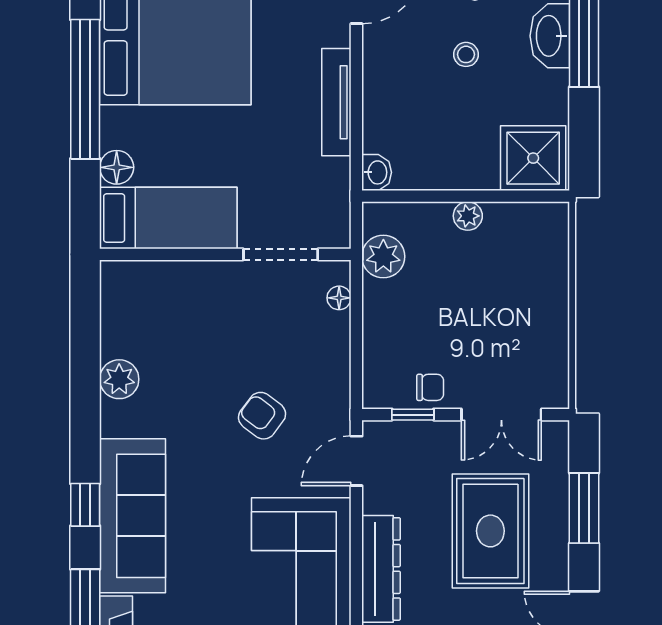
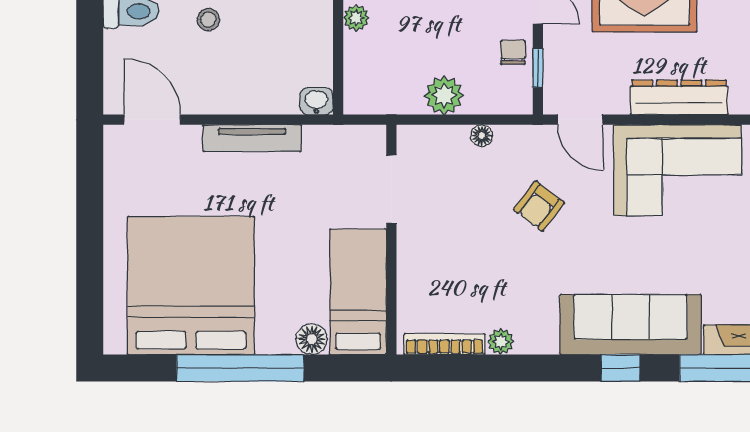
plant: (383, 256) -> (444, 95), moved
floor lamp: (339, 298) -> (482, 136), moved
bookcase: (111, 312) -> (445, 344), added
plant: (119, 379) -> (501, 342), width x0.73, depth x0.73

